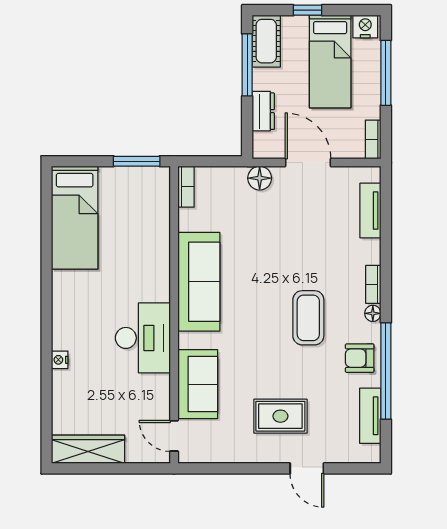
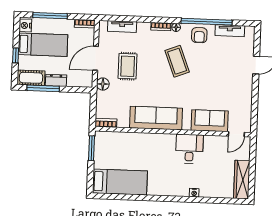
dresser: (263, 111) -> (56, 80), moved
coffee table: (308, 318) -> (177, 61), turned 69
desk: (143, 338) -> (189, 149), width x0.73
rug: (280, 416) -> (128, 66), moved

